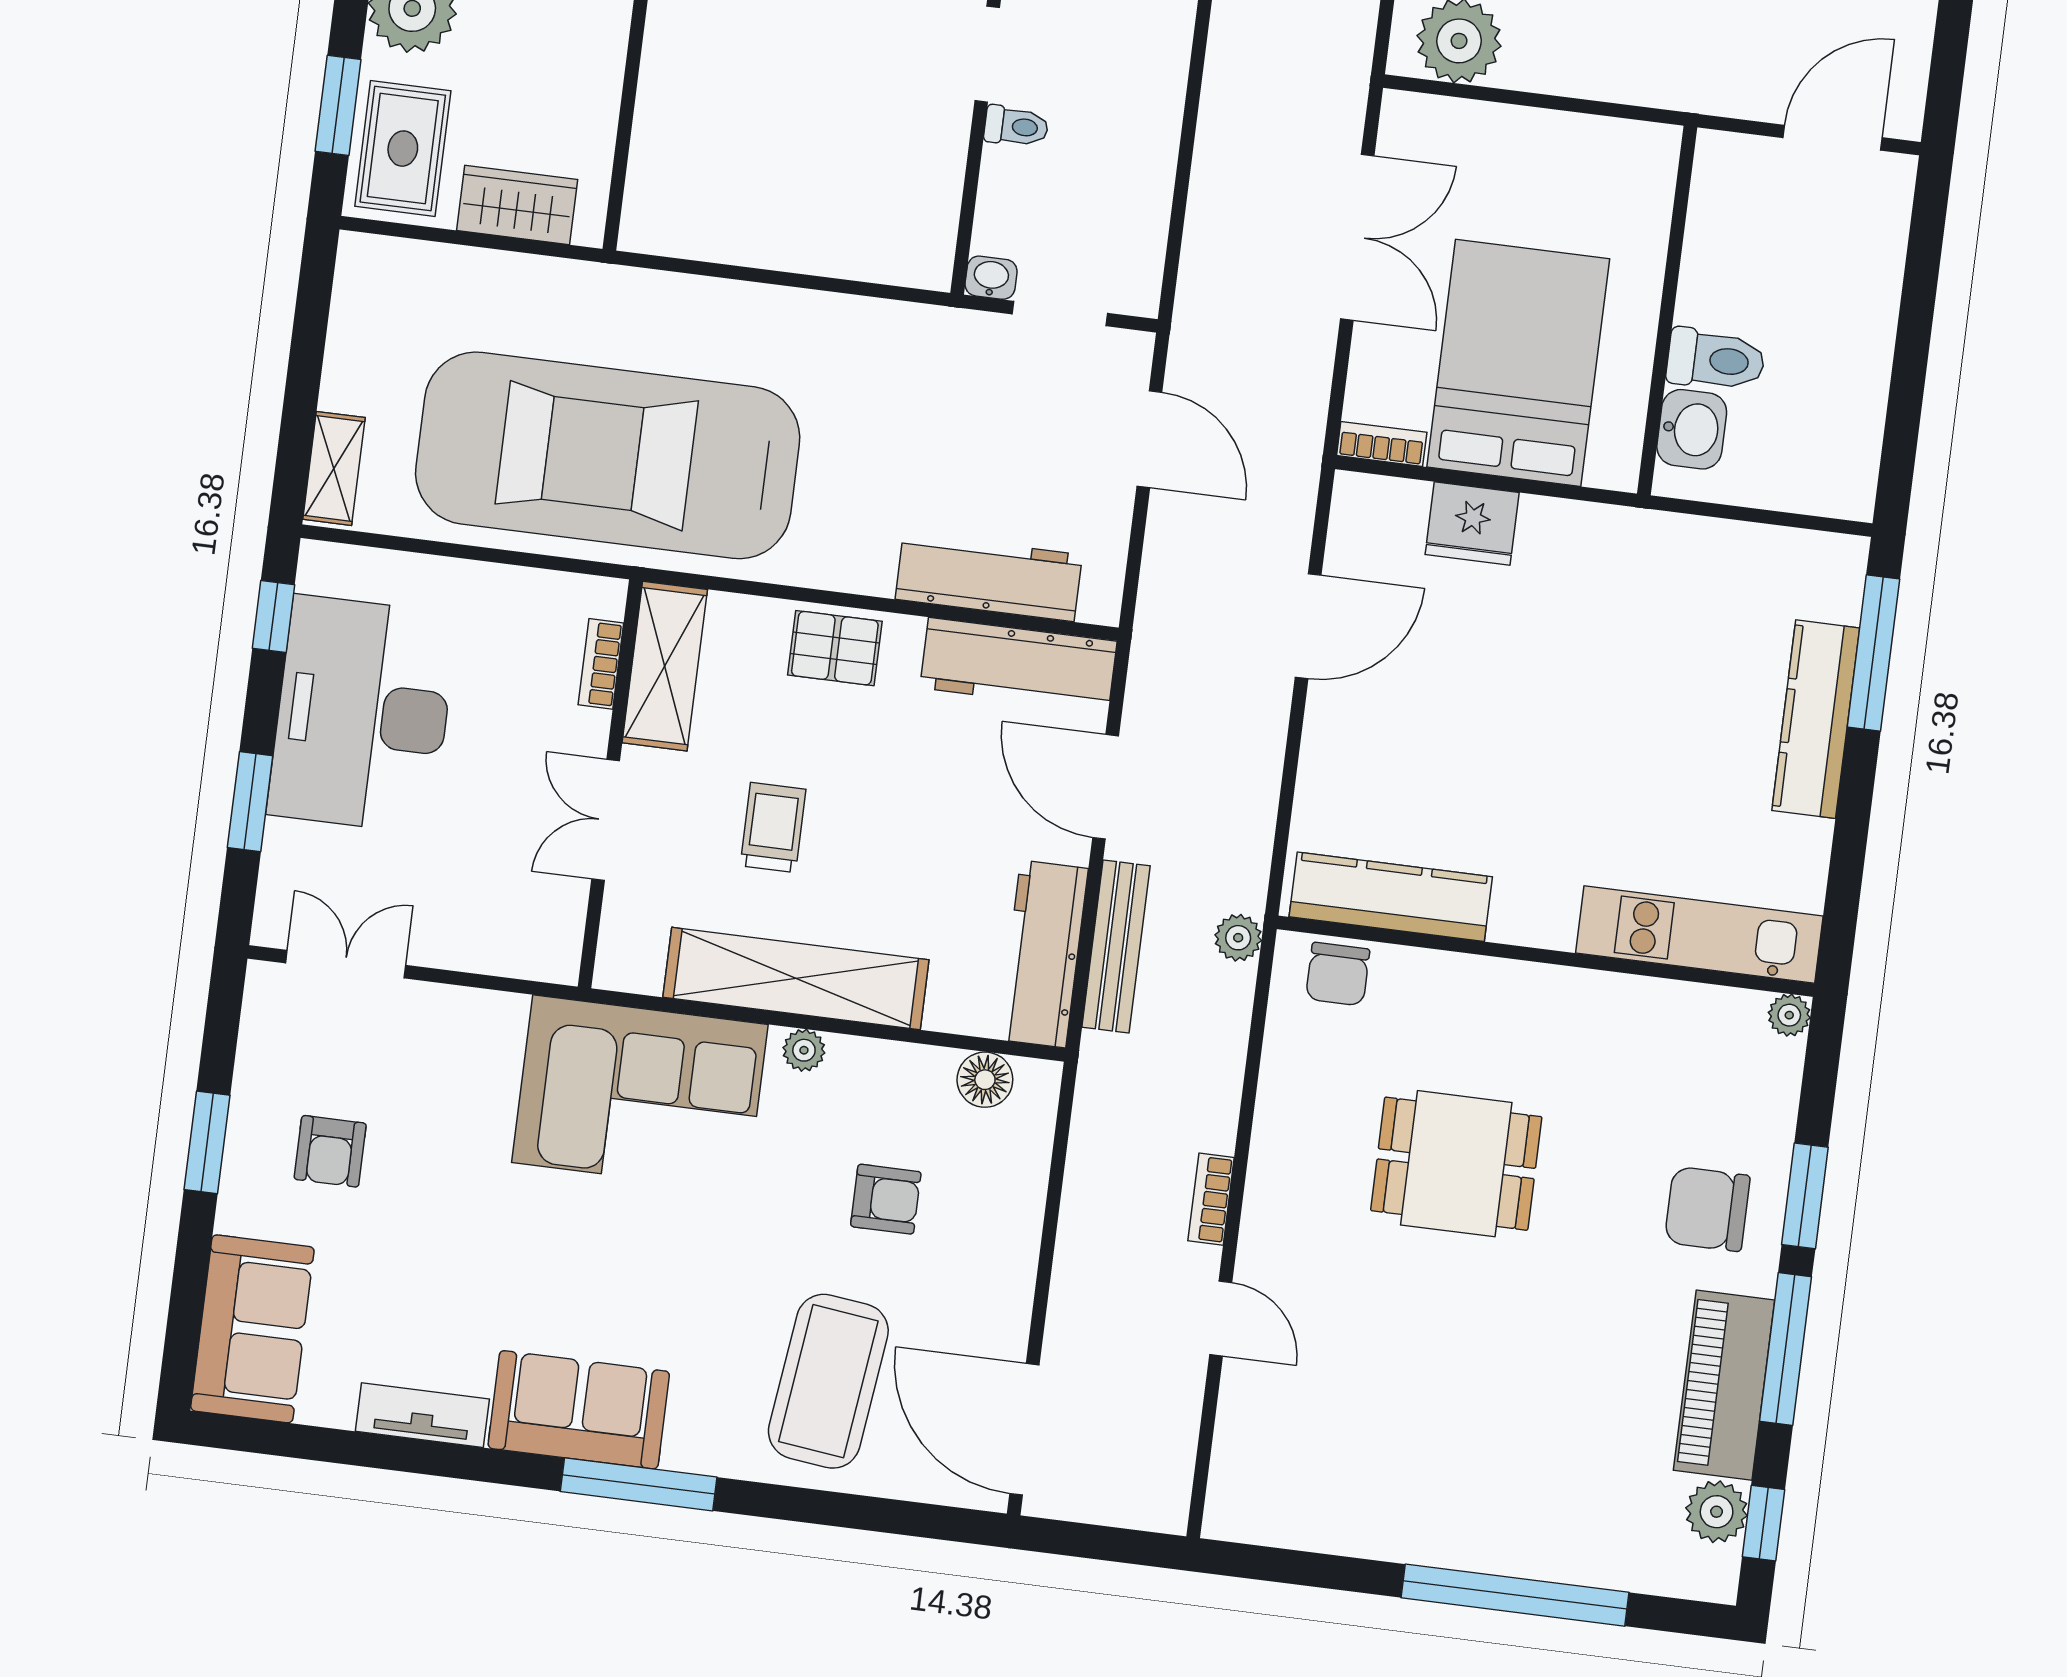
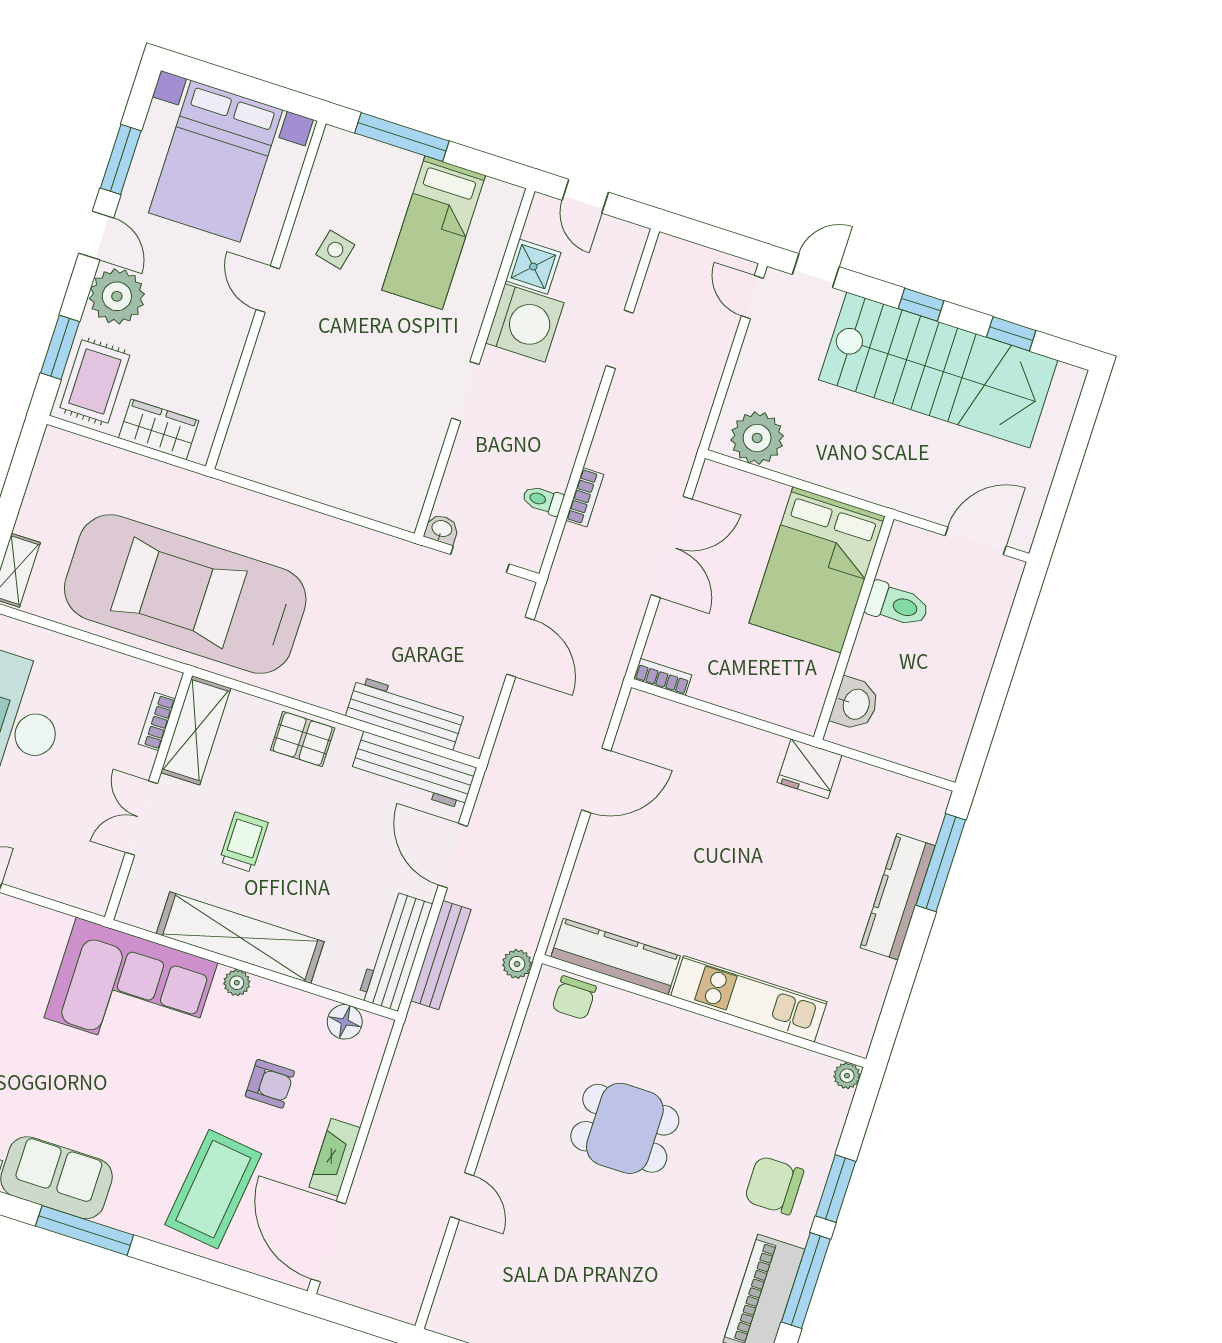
toilet: (1016, 126) -> (543, 500), moved, turned 180
toilet: (1716, 360) -> (897, 605), moved
bed: (1518, 363) -> (817, 570), moved, turned 180
fridge: (1472, 524) -> (809, 769), moved
kitchen unit: (1699, 935) -> (749, 999), moved
bookcase: (1211, 1199) -> (585, 497), moved, turned 180
fireplace: (1010, 1295) -> (335, 1157), added

